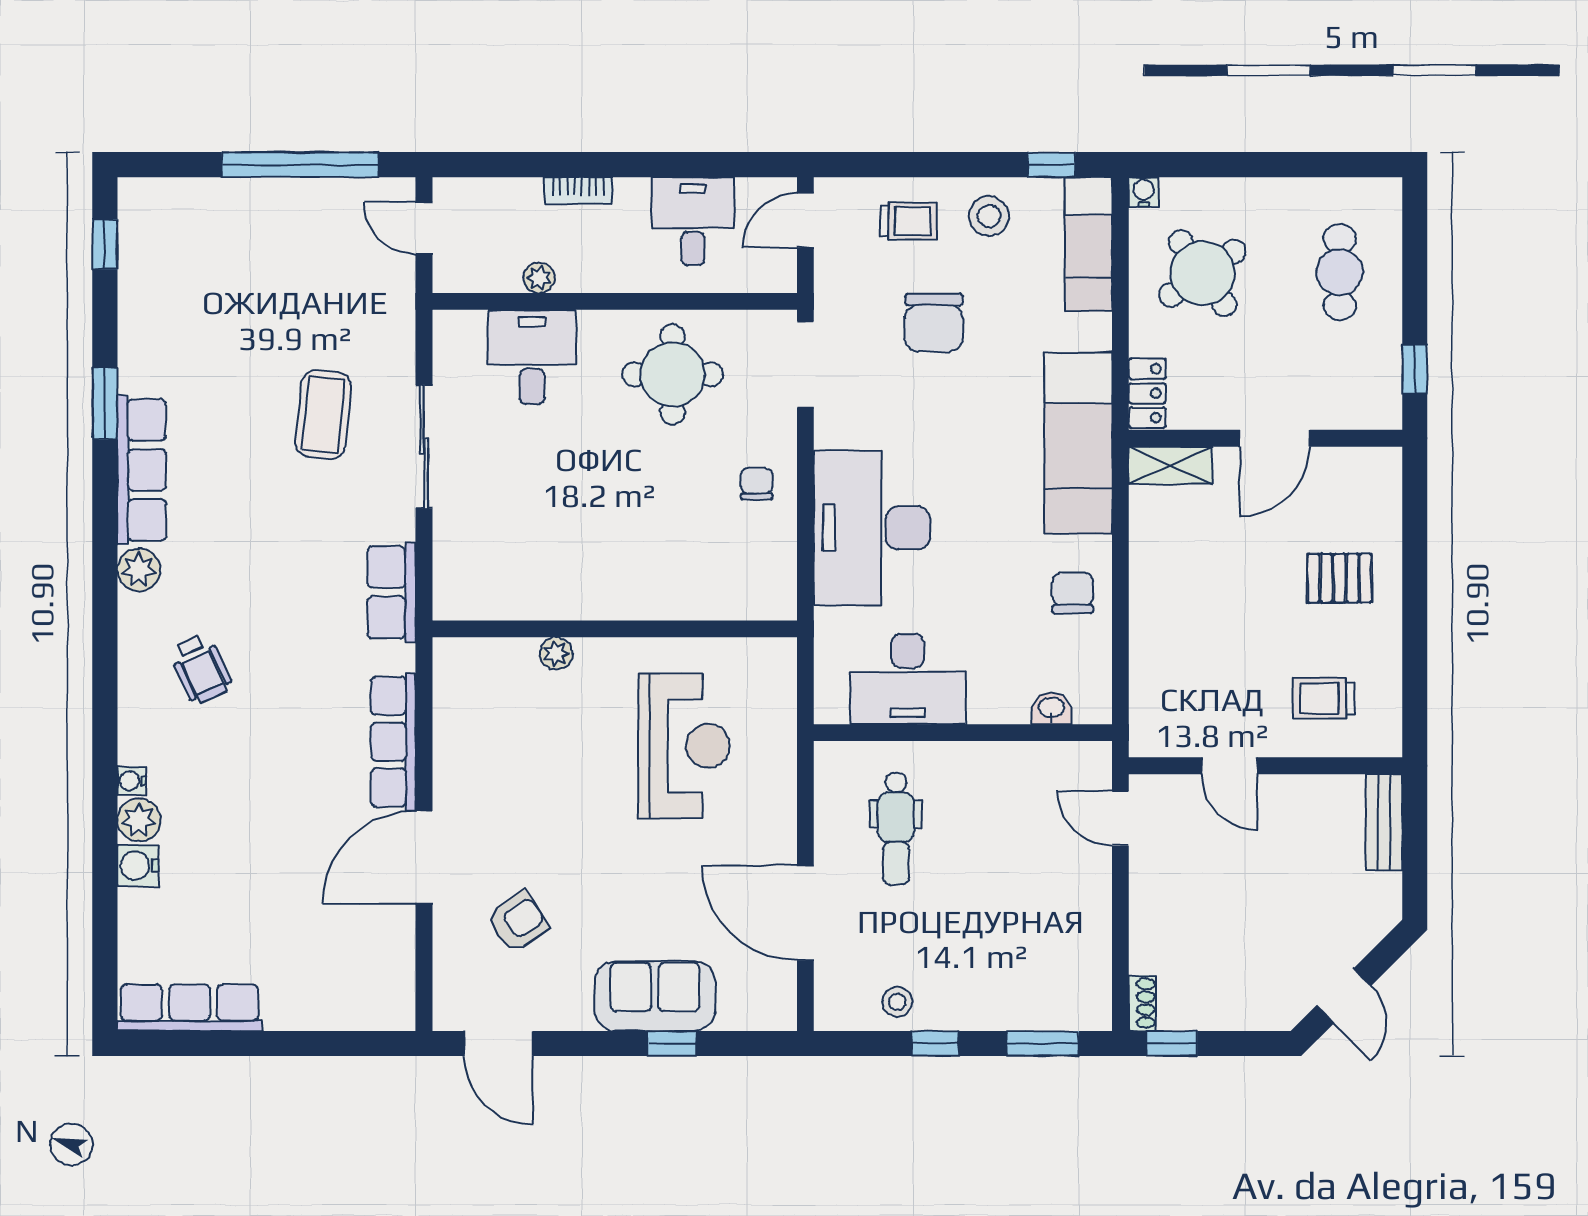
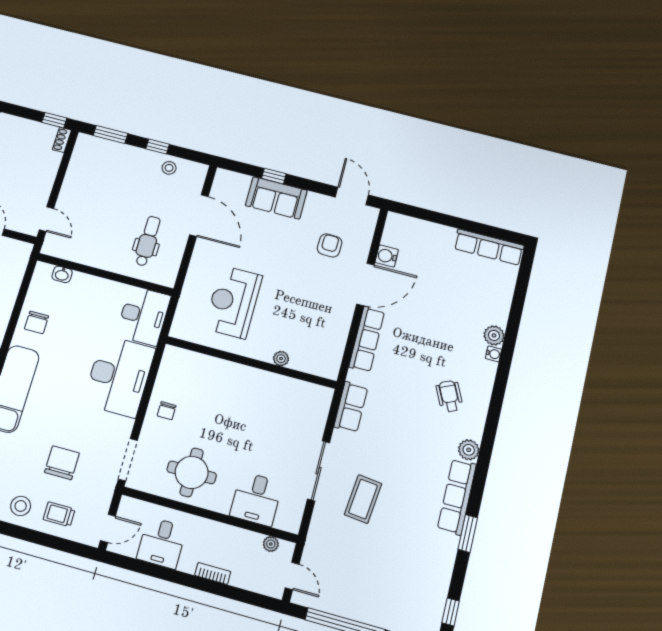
plant: (539, 278) -> (271, 544), moved
desk: (908, 679) -> (143, 316), moved, turned 90
water cooler: (138, 866) -> (387, 256), moved, turned 180
armchair: (518, 921) -> (330, 245), turned 126

